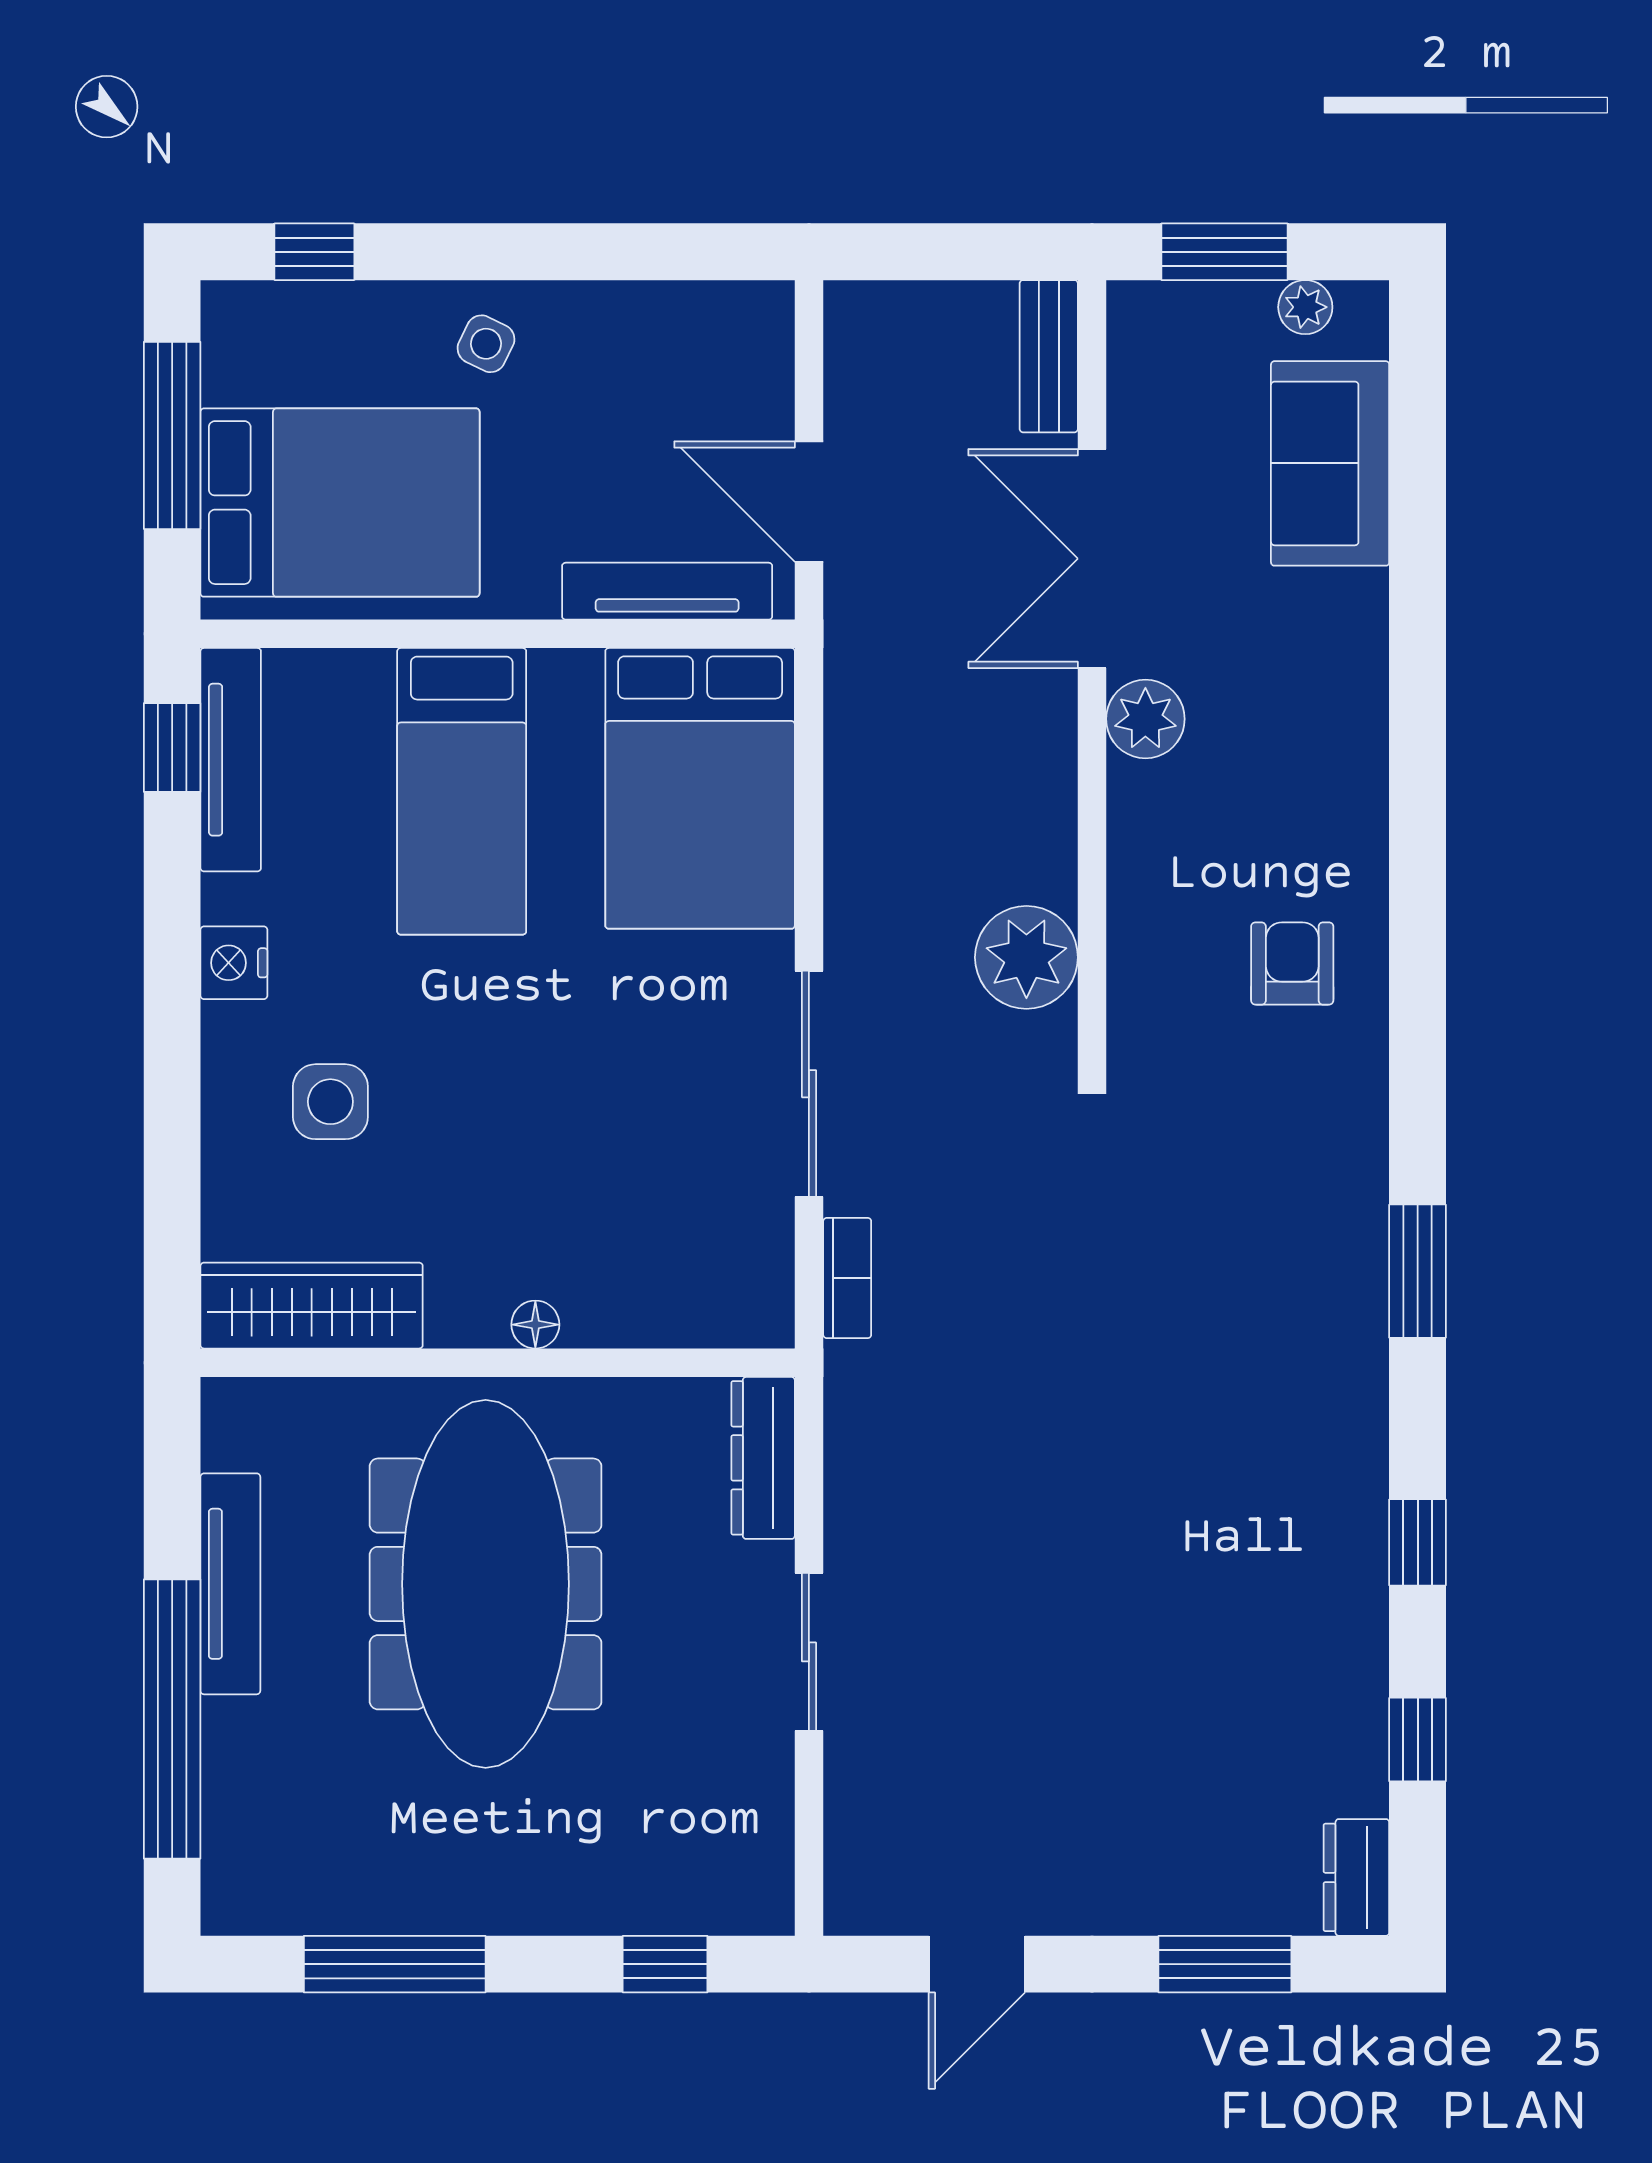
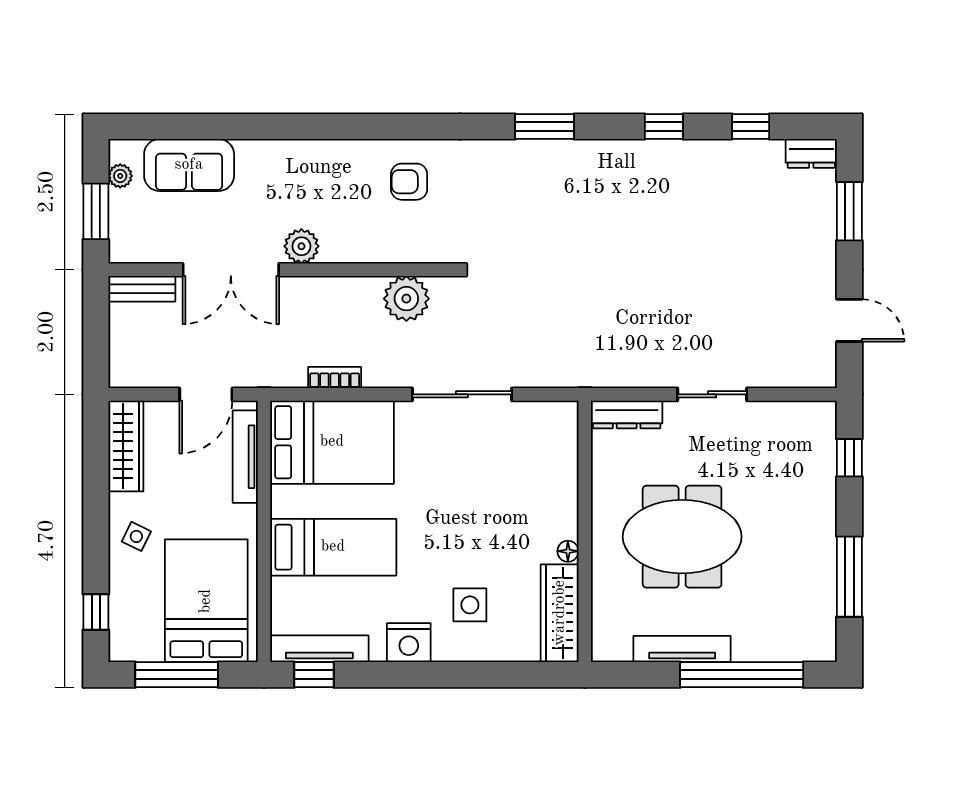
wardrobe: (692, 320) -> (126, 446), added
nightstand: (234, 963) -> (409, 643), width x1.36, depth x1.33
bookcase: (847, 1278) -> (335, 377), moved
floor lamp: (535, 1325) -> (568, 551), moved
meeting table: (486, 1584) -> (682, 537), width x0.73

